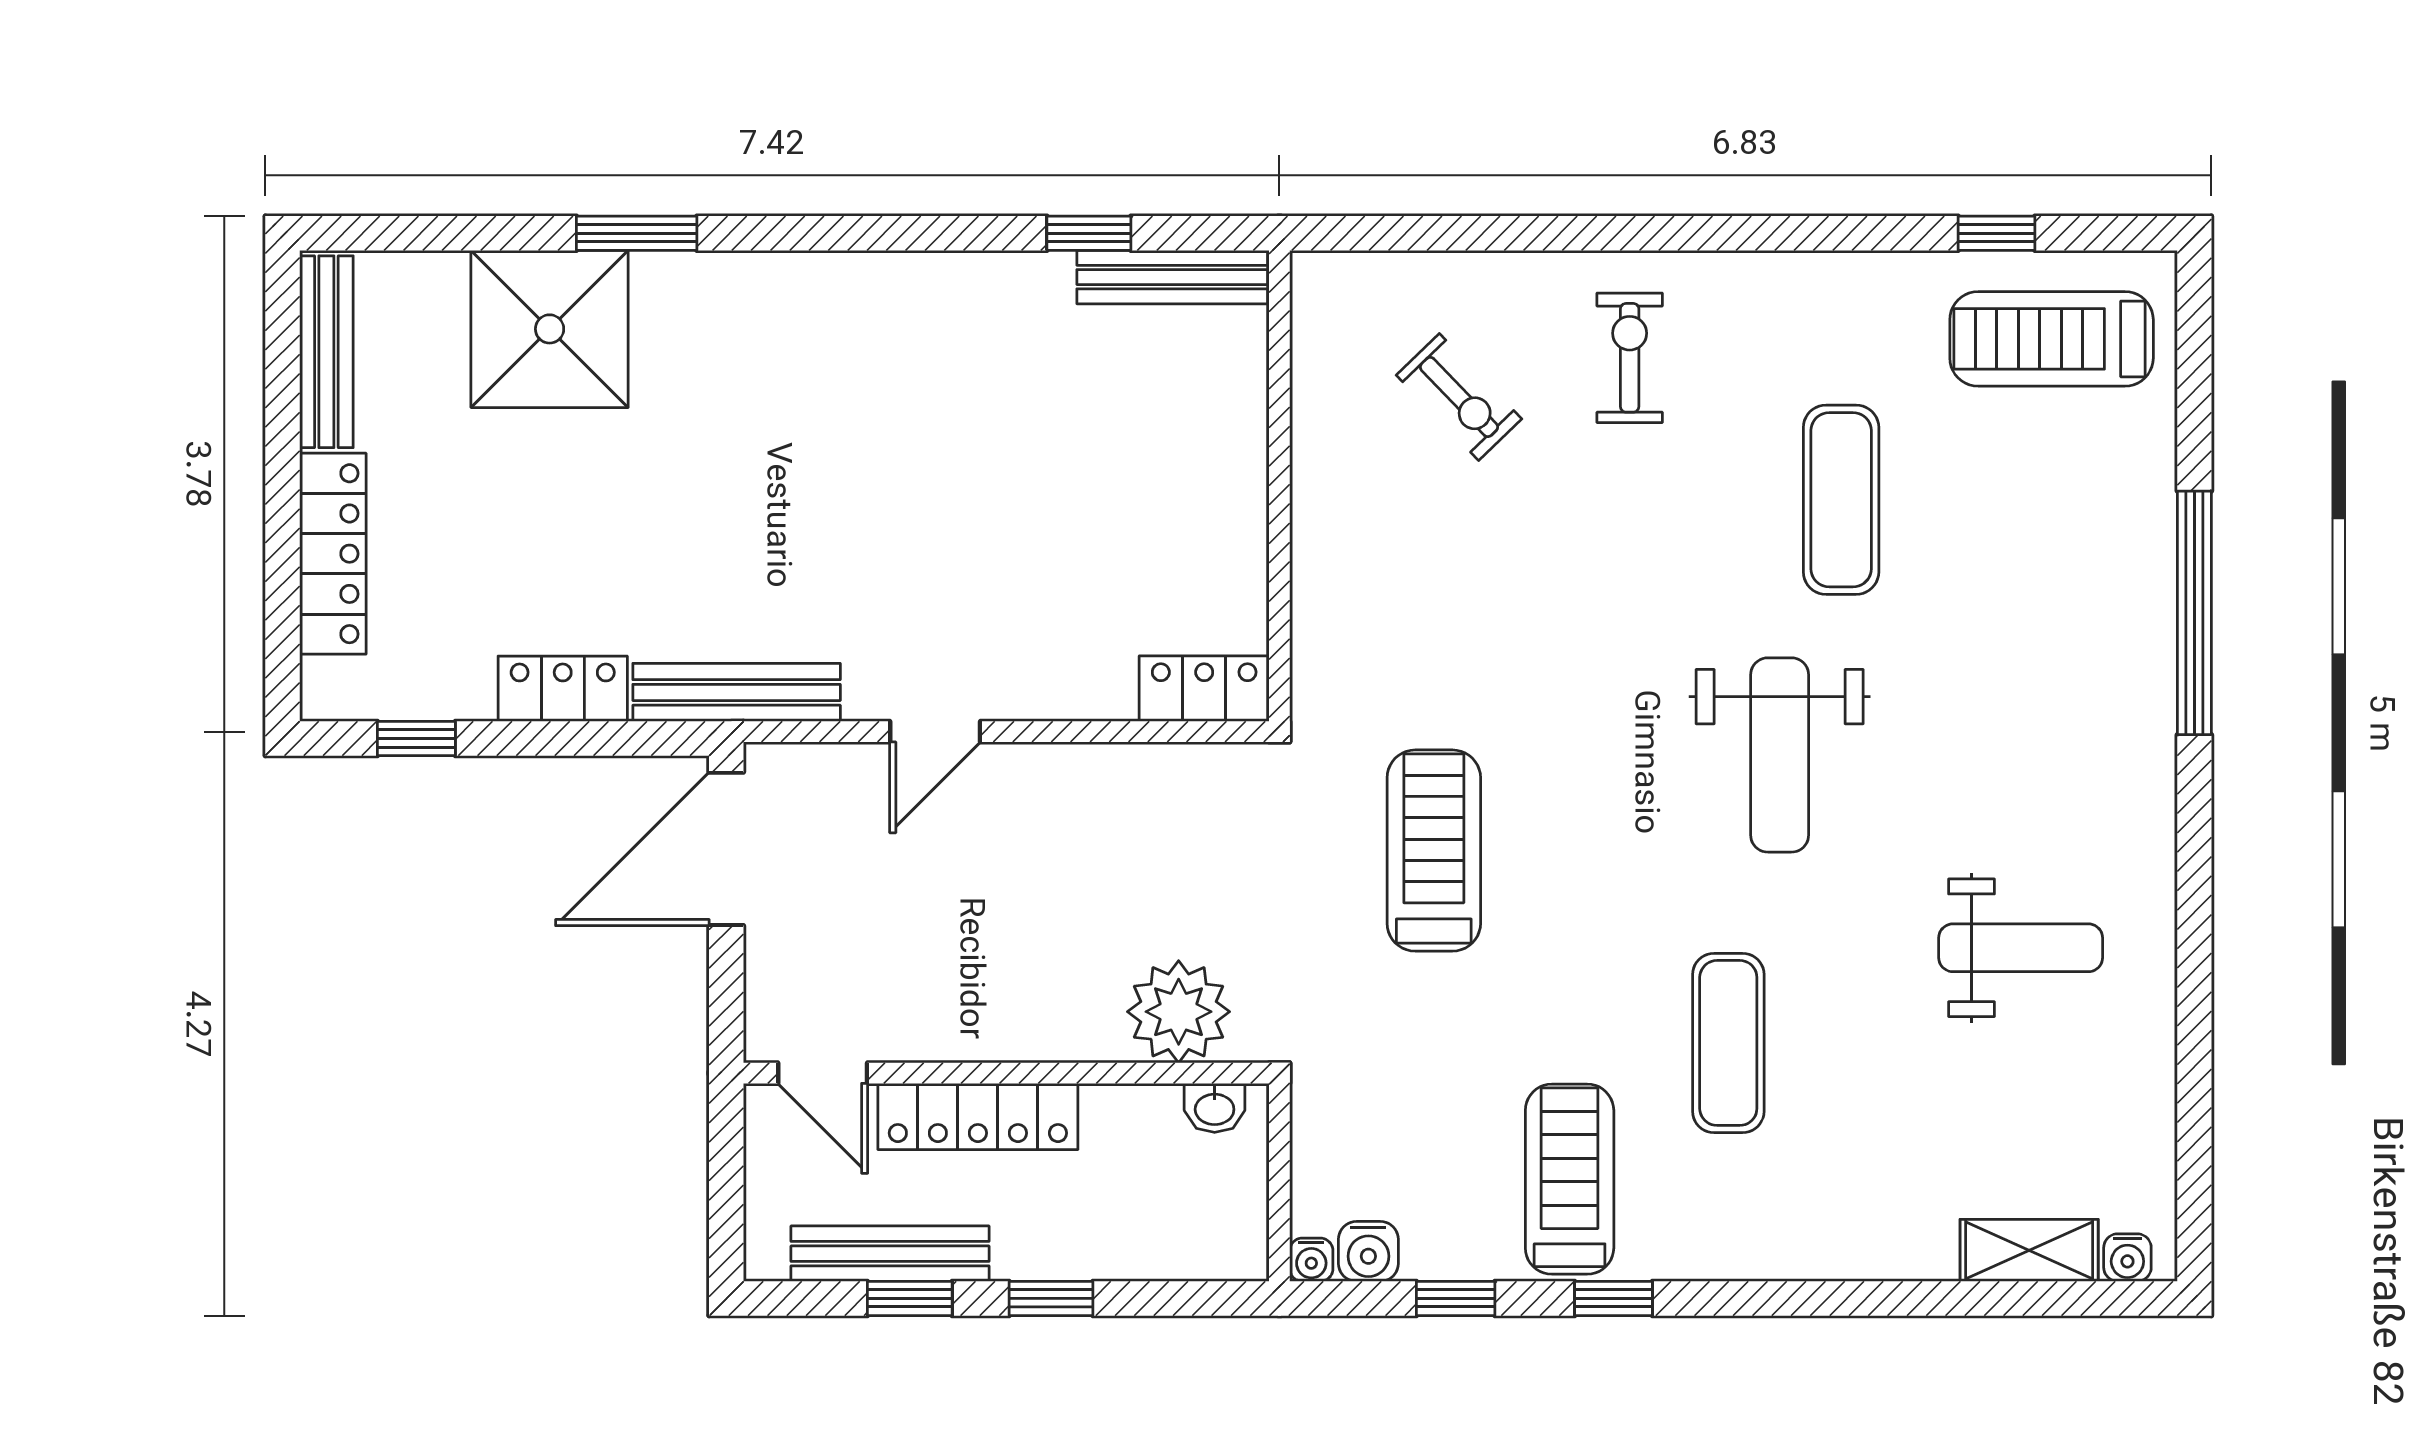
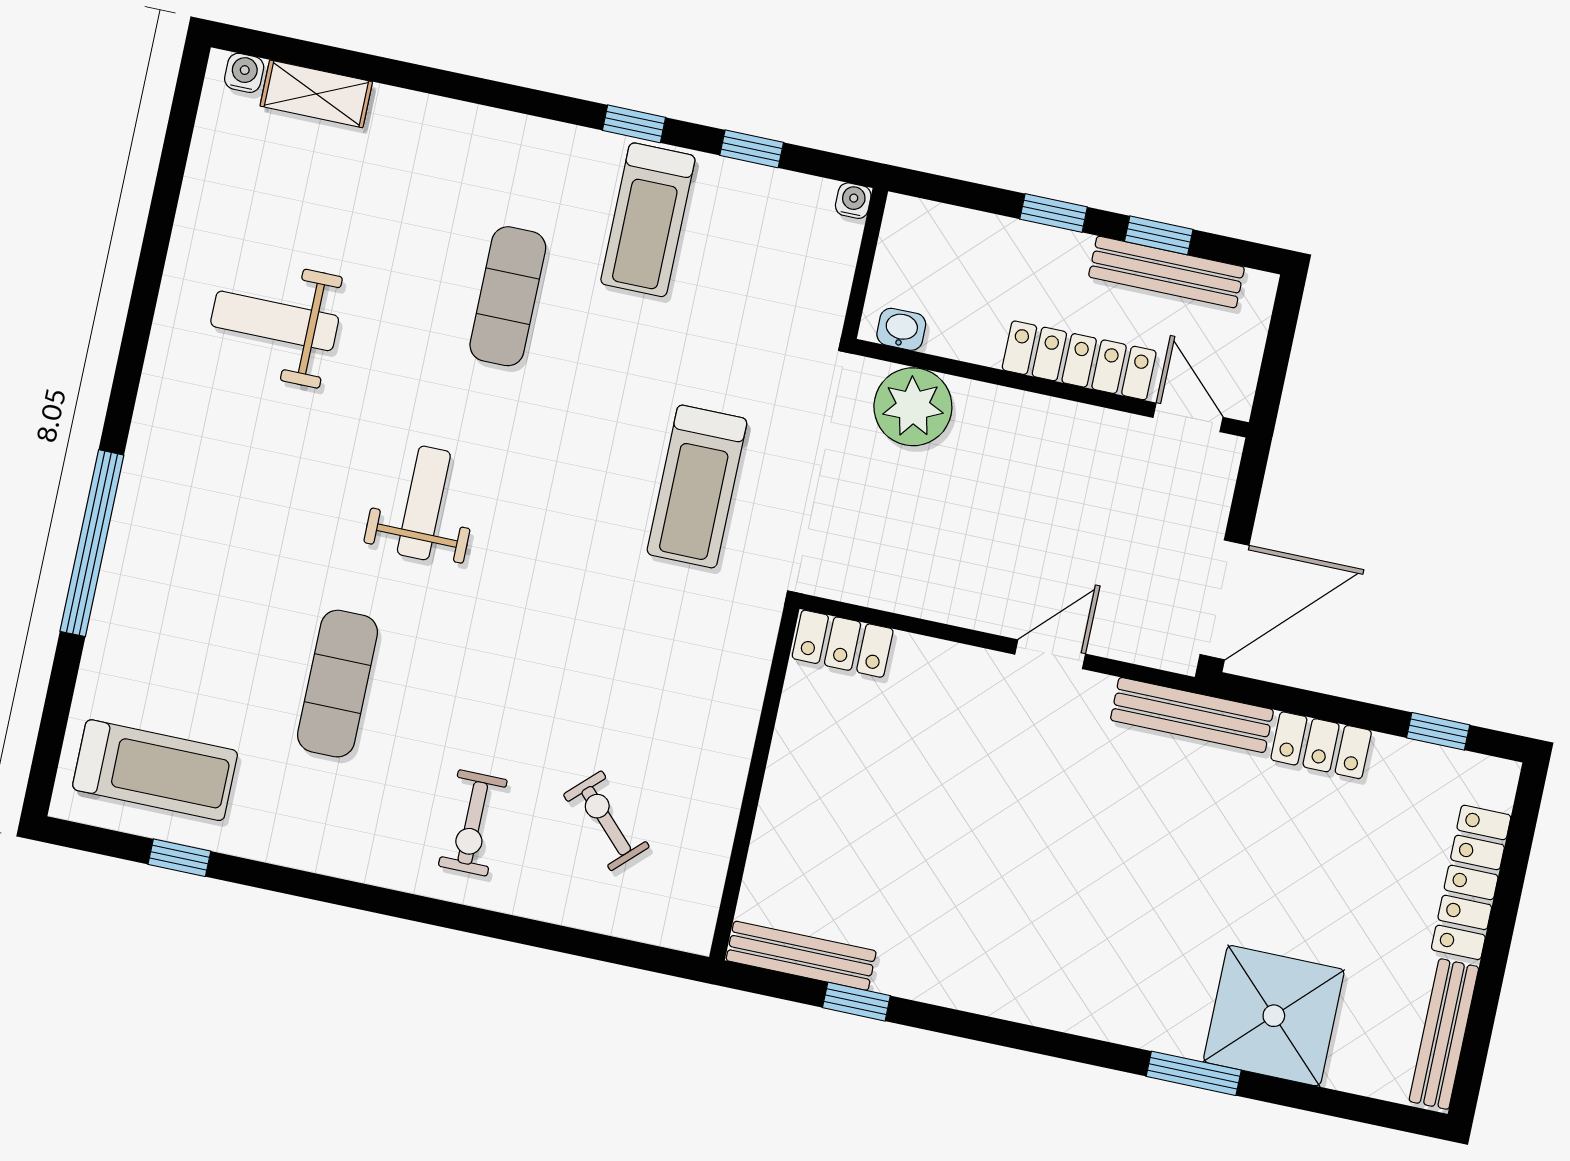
weight bench: (1780, 755) -> (424, 503), width x0.73, depth x0.75
water cooler: (1368, 1251) -> (809, 198), removed

